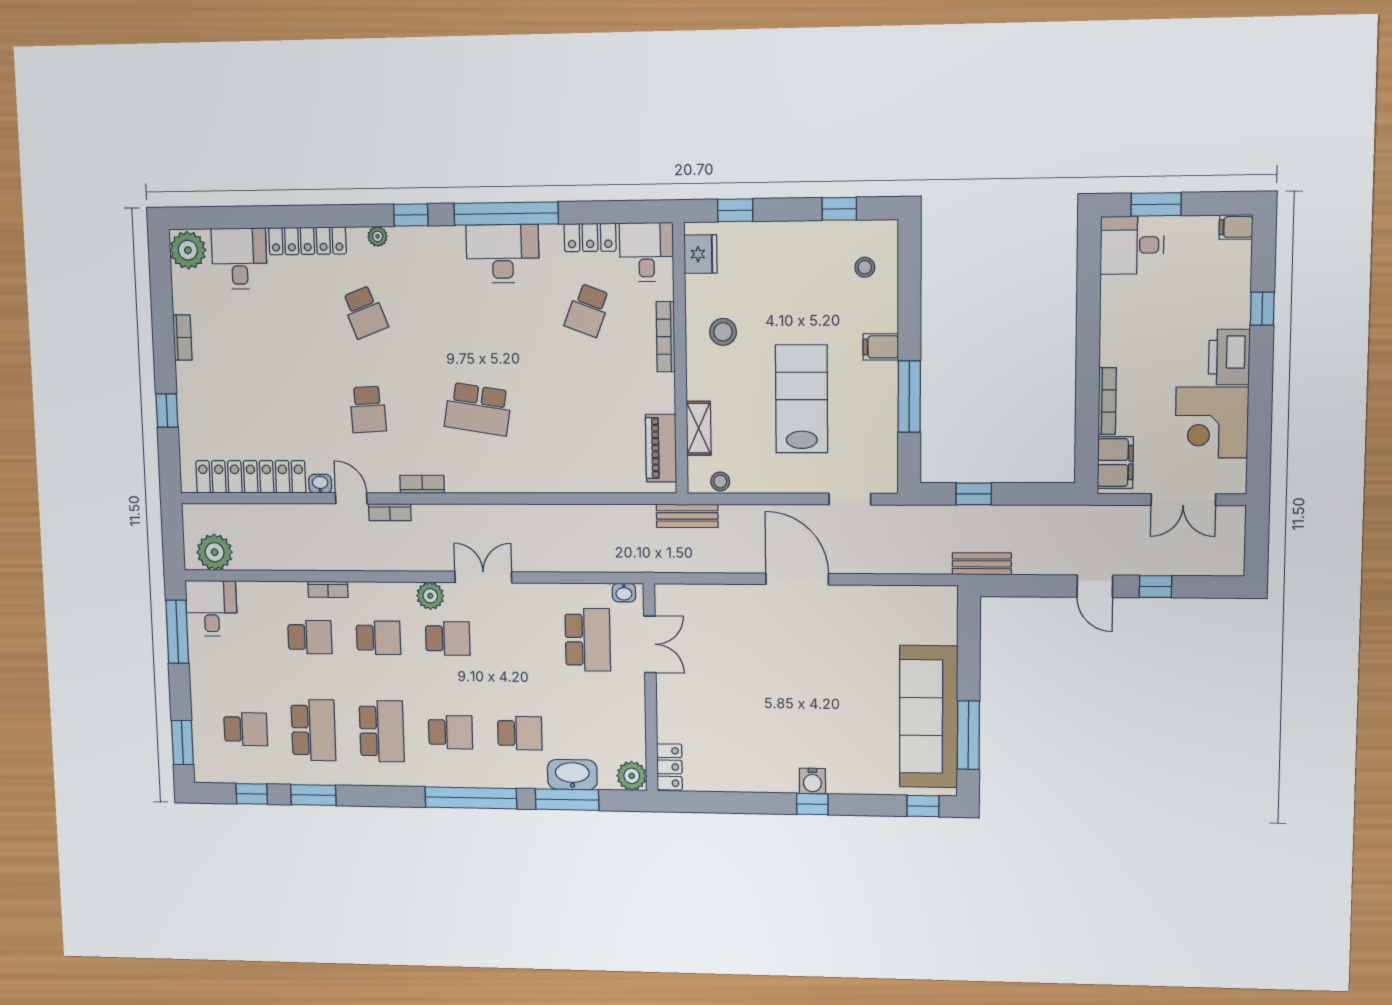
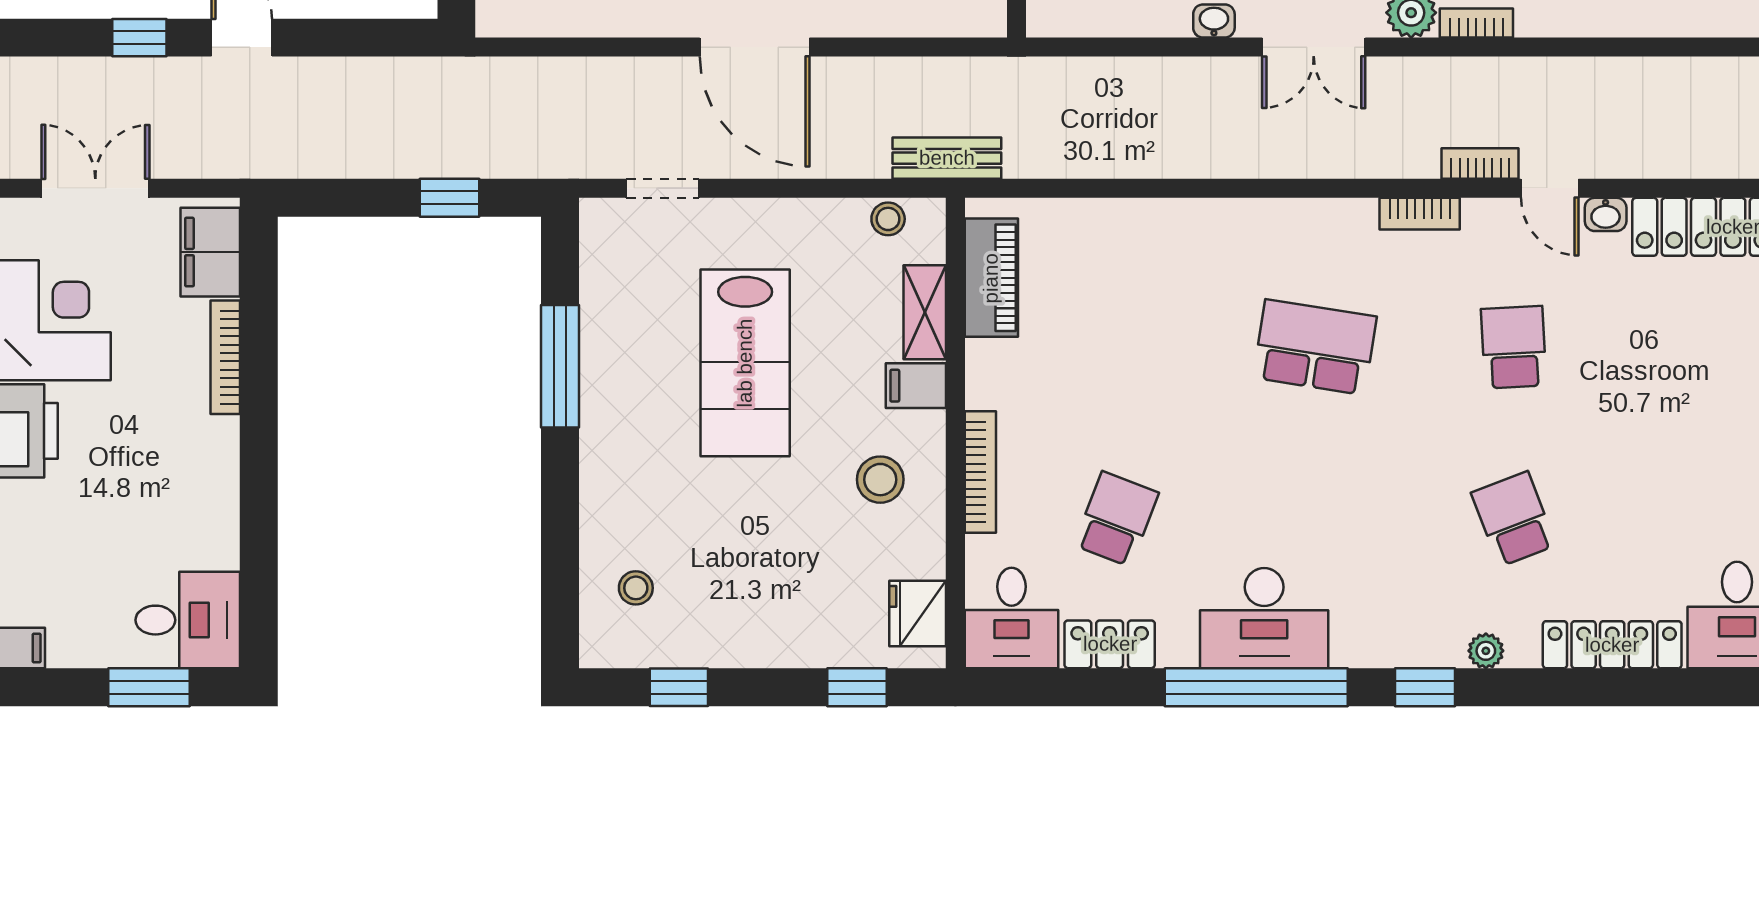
filing cabinet: (881, 347) -> (916, 386), moved, turned 180
bench: (982, 564) -> (435, 76), removed
bookcase: (328, 589) -> (1476, 23), moved
washbasin: (624, 593) -> (1214, 21), moved

